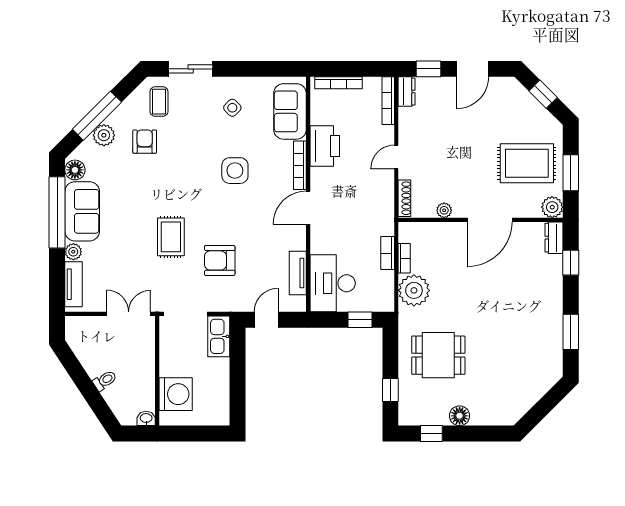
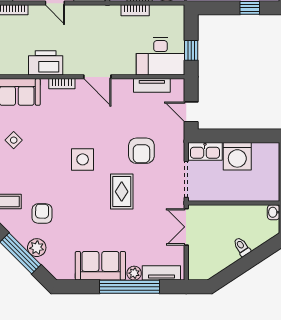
armchair: (145, 142) -> (42, 214), turned 91
bookcase: (300, 165) -> (62, 84), width x0.64
floor lamp: (75, 170) -> (66, 272), removed
side table: (235, 171) -> (83, 159), moved
window: (57, 212) -> (129, 287), moved
rug: (171, 237) -> (122, 192), turned 90
window: (360, 320) -> (191, 50), moved
washing machine: (176, 394) -> (237, 156), moved, turned 180

